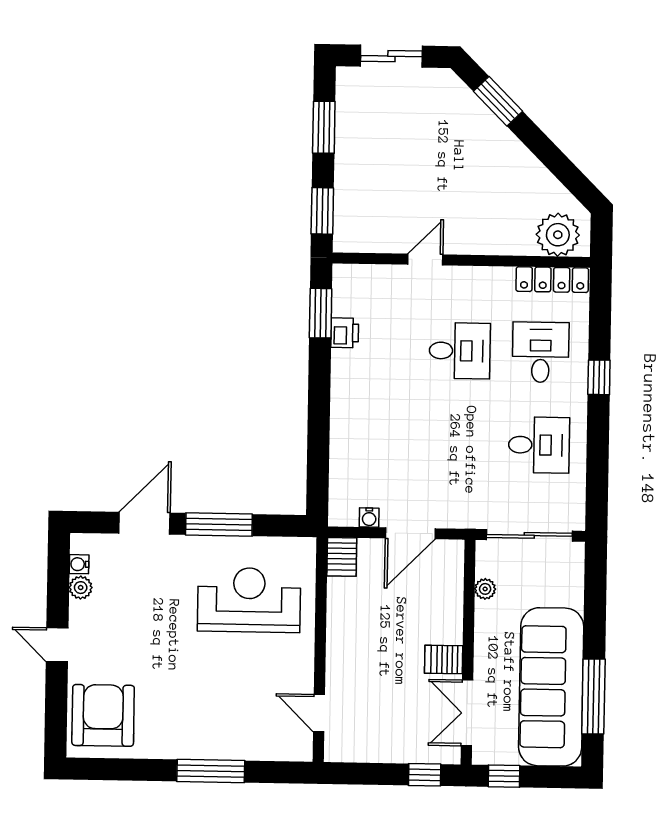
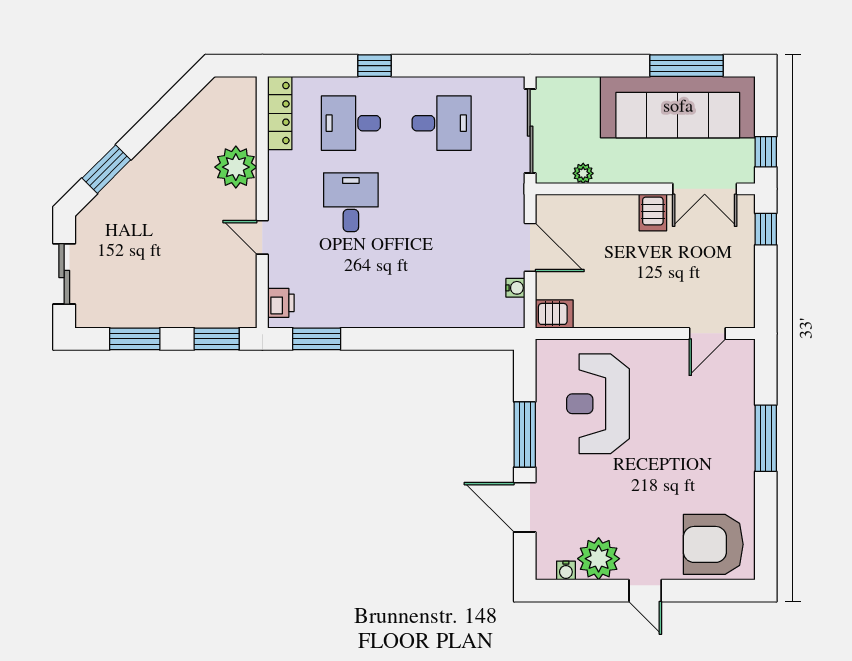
plant: (558, 235) -> (236, 167), moved
printer: (345, 333) -> (281, 303), moved, turned 90
desk: (539, 445) -> (442, 123), turned 90
plant: (81, 588) -> (599, 559), width x1.87, depth x1.87
door: (57, 645) -> (645, 591), hinge flipped

